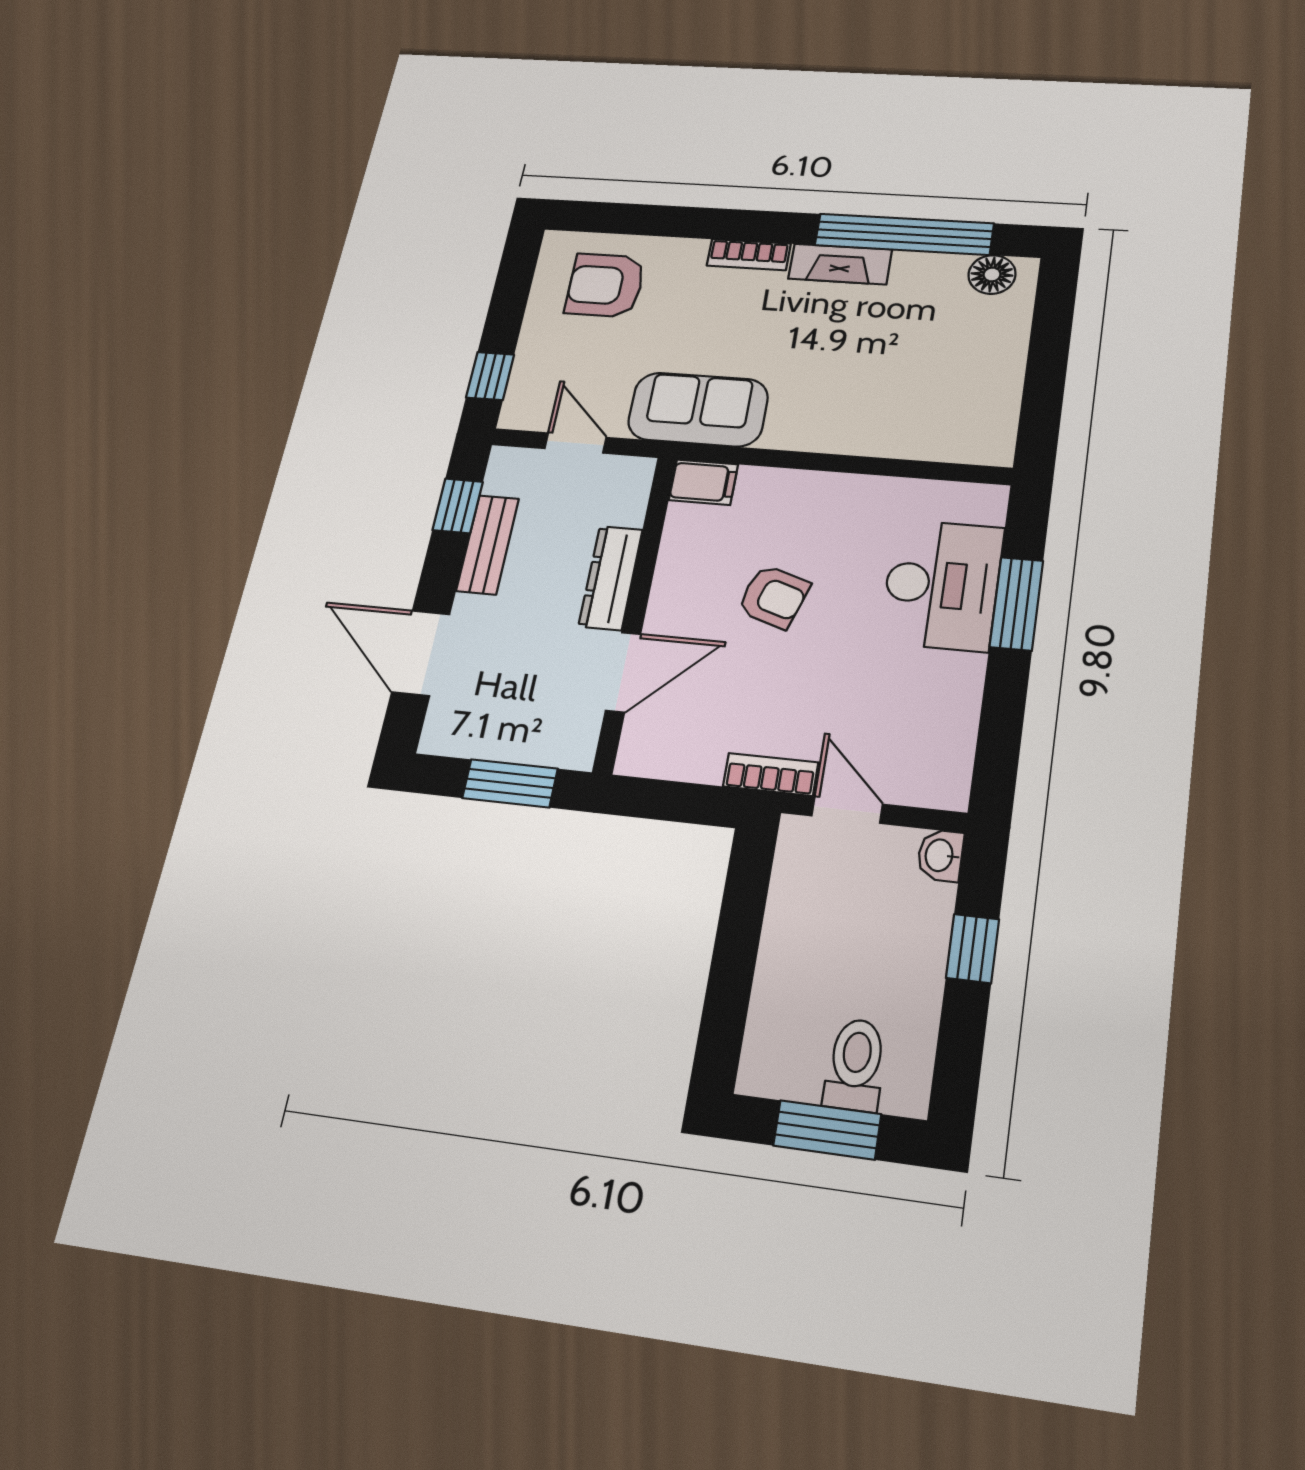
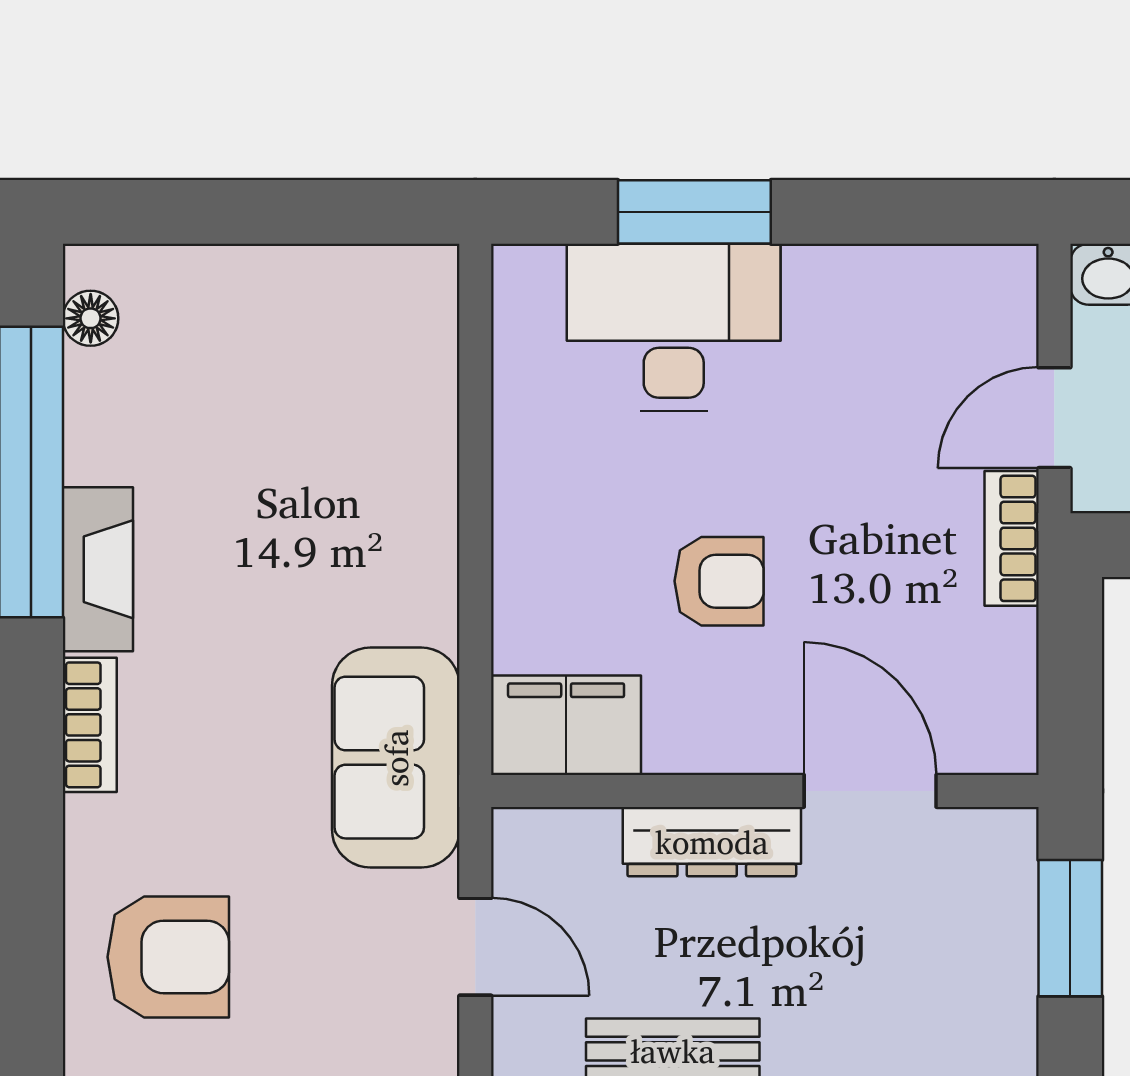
floor lamp: (992, 274) -> (91, 318), width x0.73, depth x0.73
armchair: (605, 285) -> (168, 957), turned -90
door: (575, 443) -> (475, 947), swing flipped
filing cabinet: (703, 482) -> (566, 725), width x2.00
armchair: (774, 597) -> (719, 581), turned 72

